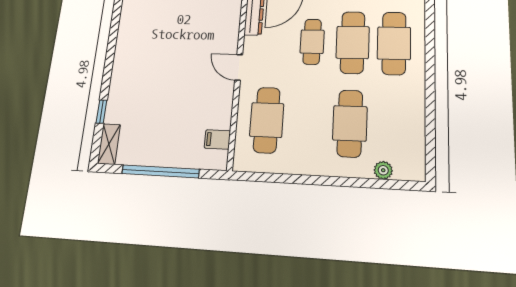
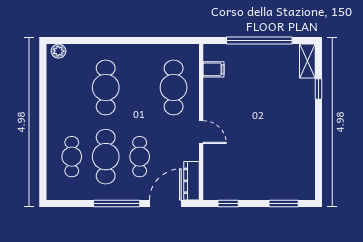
cafe table: (394, 43) -> (72, 157), width x0.73, depth x0.74
plant: (383, 170) -> (59, 51), moved

